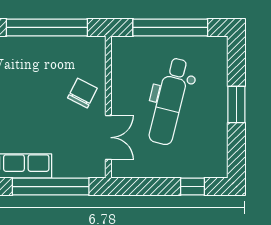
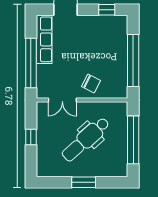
dental chair: (170, 101) -> (86, 139), turned -56
window: (193, 187) -> (31, 137), moved

